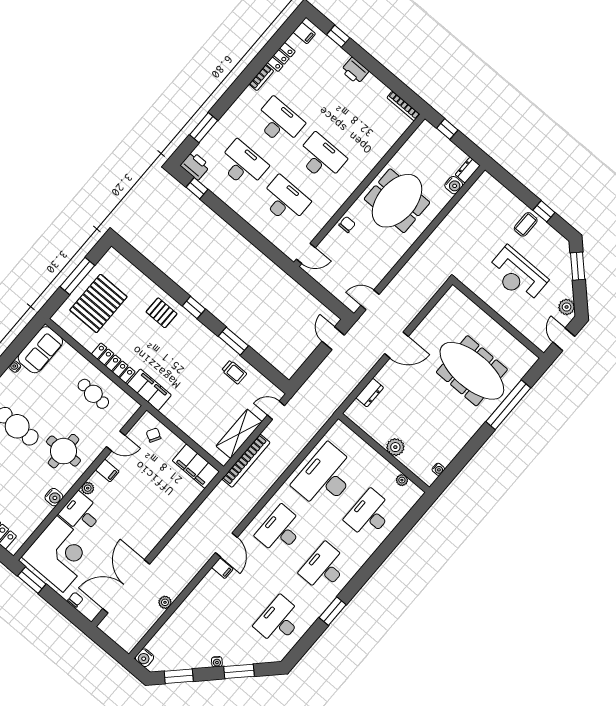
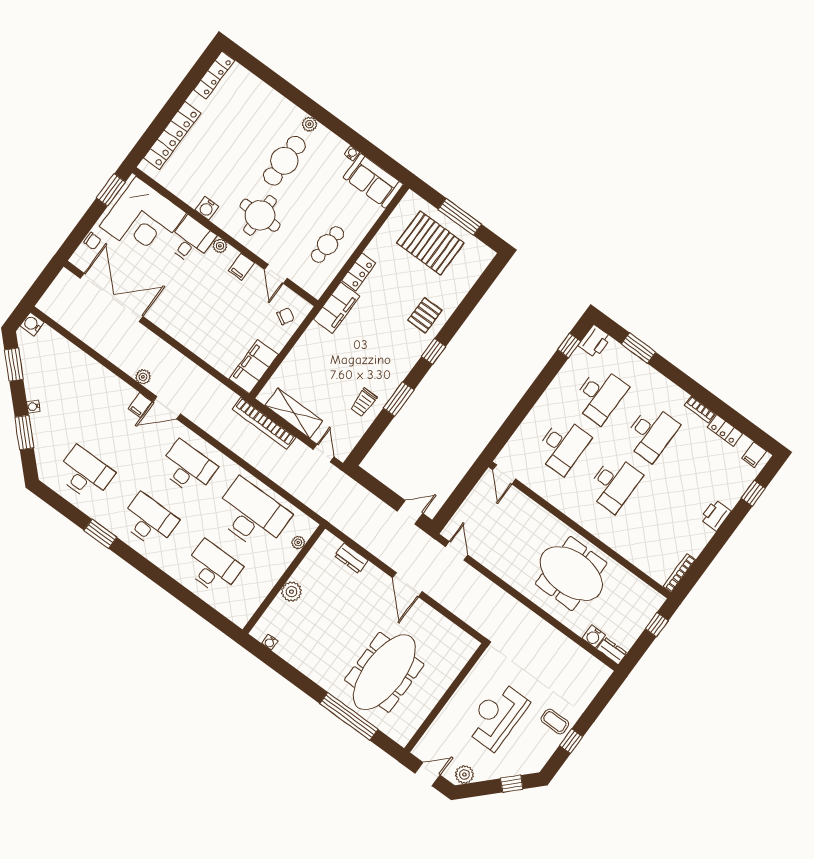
chair: (347, 224) -> (540, 519), removed
window: (578, 266) -> (512, 784), width x0.67
locker: (113, 363) -> (359, 272), width x0.66
plant: (402, 480) -> (298, 542), moved
plant: (165, 602) -> (143, 377), moved

